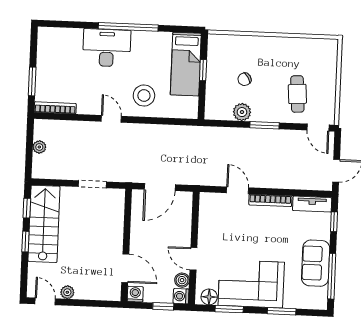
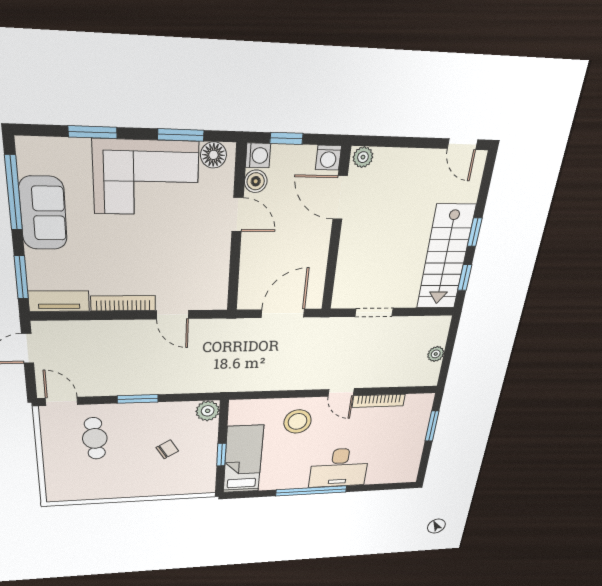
bookcase: (55, 108) -> (379, 401), moved
plant: (242, 112) -> (208, 411), moved
window: (334, 222) -> (21, 277), width x1.50
plant: (67, 292) -> (363, 157), moved

